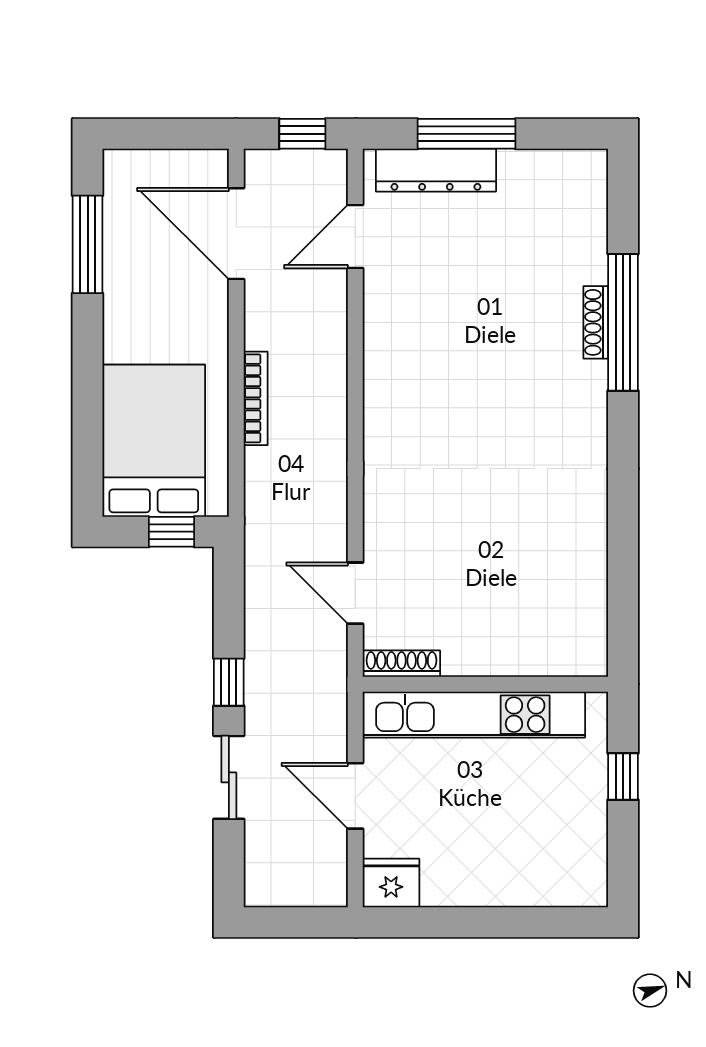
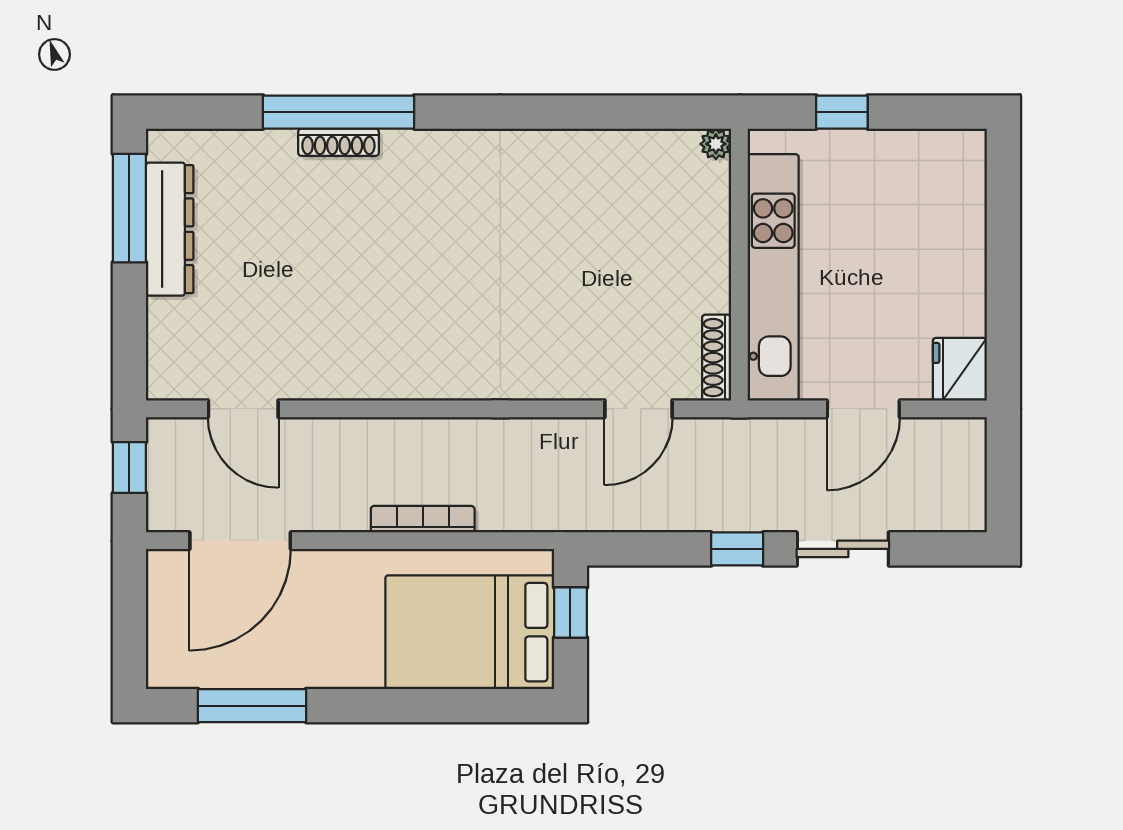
window: (467, 134) -> (129, 208), moved
dresser: (436, 170) -> (170, 229), moved
plant: (594, 663) -> (716, 144), added

